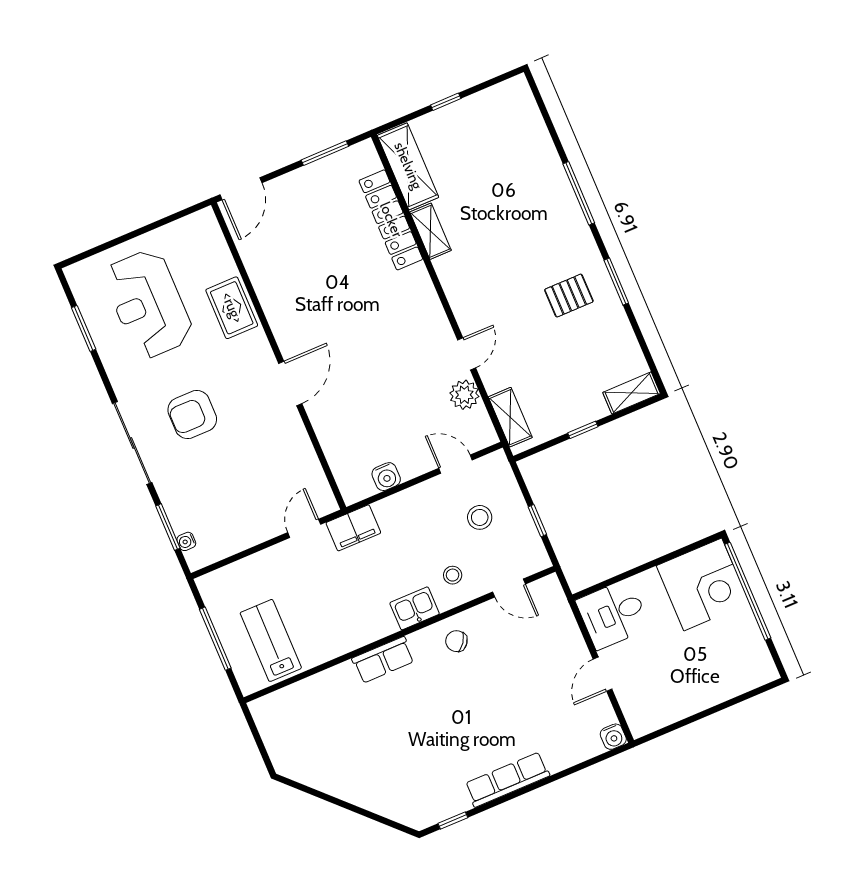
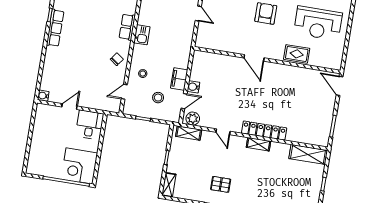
locker: (391, 220) -> (264, 131), moved
shelving: (431, 231) -> (259, 144), moved
pallet: (569, 296) -> (221, 184), turned 90
reception desk: (148, 304) -> (318, 23), turned 180
plant: (464, 395) -> (193, 119), moved
water cooler: (386, 477) -> (193, 87), moved
door: (304, 528) -> (198, 14), moved
filing cabinet: (353, 528) -> (179, 79), moved
kitchen sink: (415, 608) -> (142, 35), moved
door: (602, 674) -> (69, 107), hinge flipped
row of seats: (507, 780) -> (55, 28), moved

